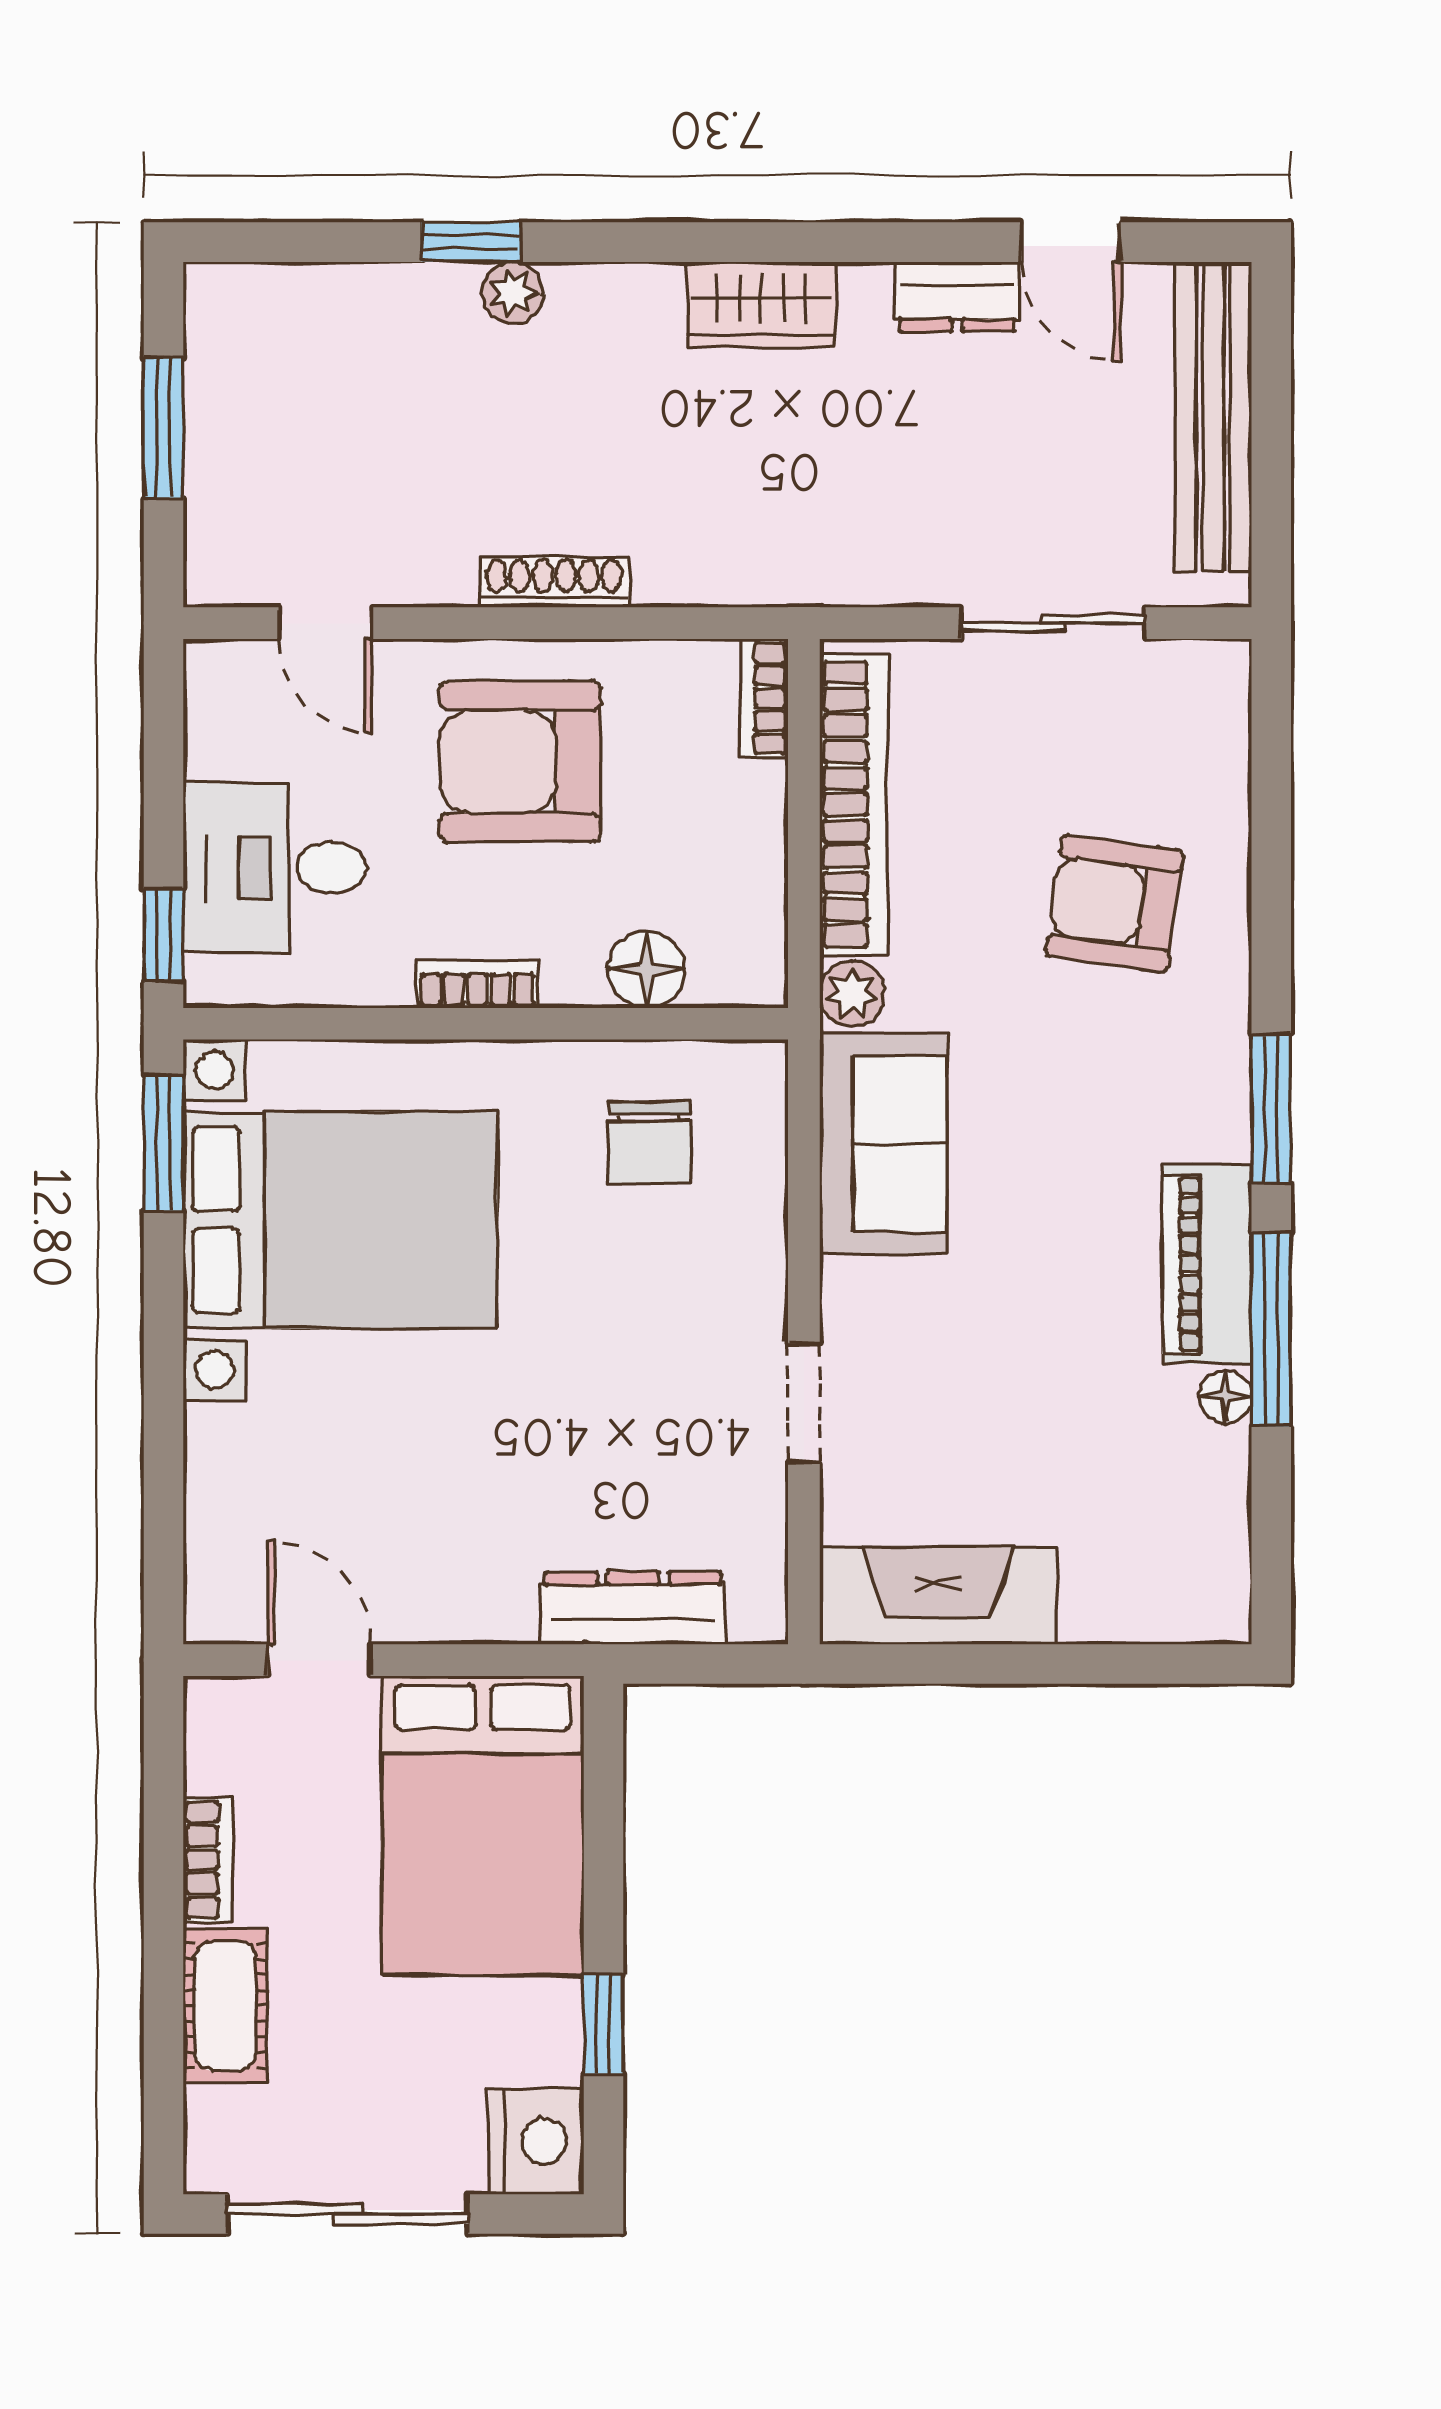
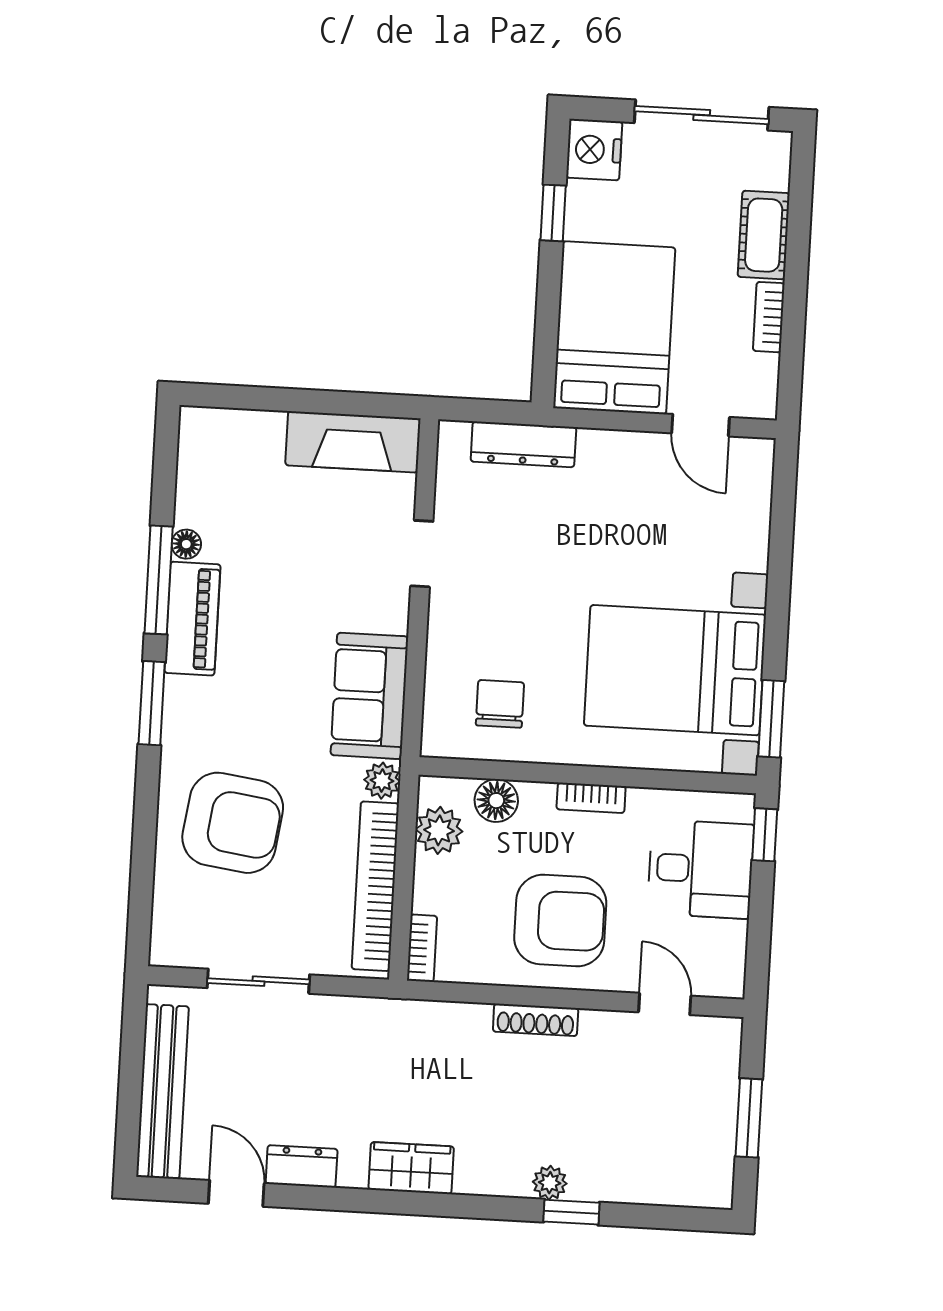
armchair: (1115, 903) -> (233, 823), width x1.36, depth x1.36
plant: (746, 910) -> (439, 830), added

